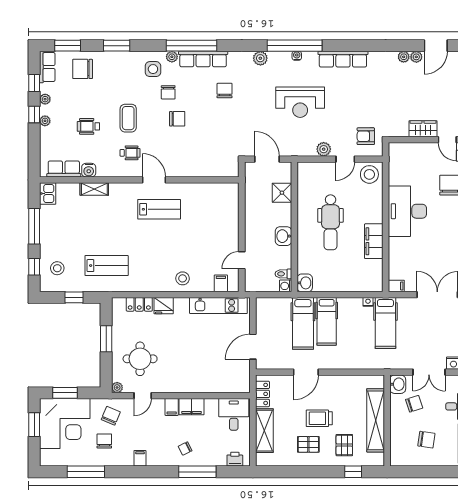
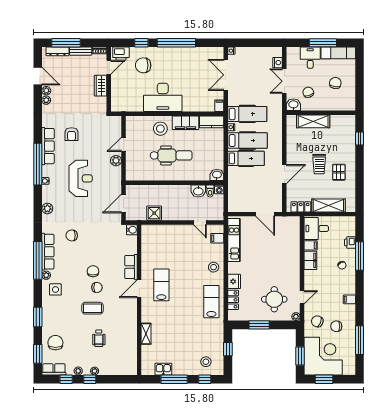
window: (295, 46) -> (38, 164), moved
chair: (83, 69) -> (55, 343), turned 180
chair: (168, 92) -> (97, 287), moved
armchair: (366, 136) -> (72, 134), moved
wheelchair: (130, 153) -> (119, 307), removed
door: (345, 159) -> (123, 144), swing flipped
row of seats: (64, 169) -> (131, 267), moved
water cooler: (89, 170) -> (132, 230), moved
stool: (369, 174) -> (160, 129), moved
shower: (282, 193) -> (154, 213), moved
kitchen sink: (48, 194) -> (163, 369), moved
washbasin: (283, 236) -> (198, 191), moved
lab bench: (107, 266) -> (211, 302), moved
kitchen counter: (375, 276) -> (212, 122), added
hospital bed: (303, 323) -> (248, 140), moved
door: (306, 372) -> (284, 174), hinge flipped
double door: (429, 372) -> (284, 81), swing flipped
door: (143, 396) -> (302, 297), hinge flipped
filing cabinet: (172, 407) -> (311, 245), moved
shelving: (376, 420) -> (313, 121), width x0.68
pallet: (344, 445) -> (339, 145), removed
printer: (235, 459) -> (350, 242), moved

